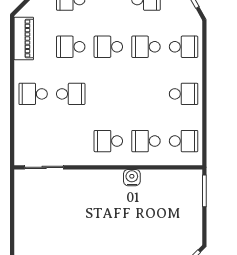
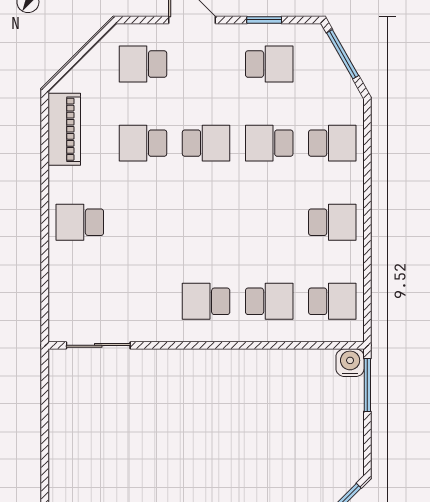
school desk: (108, 47) -> (206, 143), turned 180
school desk: (71, 94) -> (143, 222), removed
school desk: (146, 141) -> (269, 301), turned 180
water cooler: (132, 178) -> (350, 363), moved

